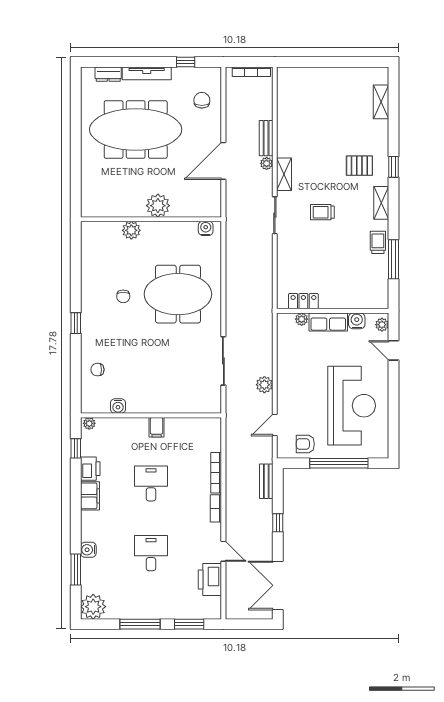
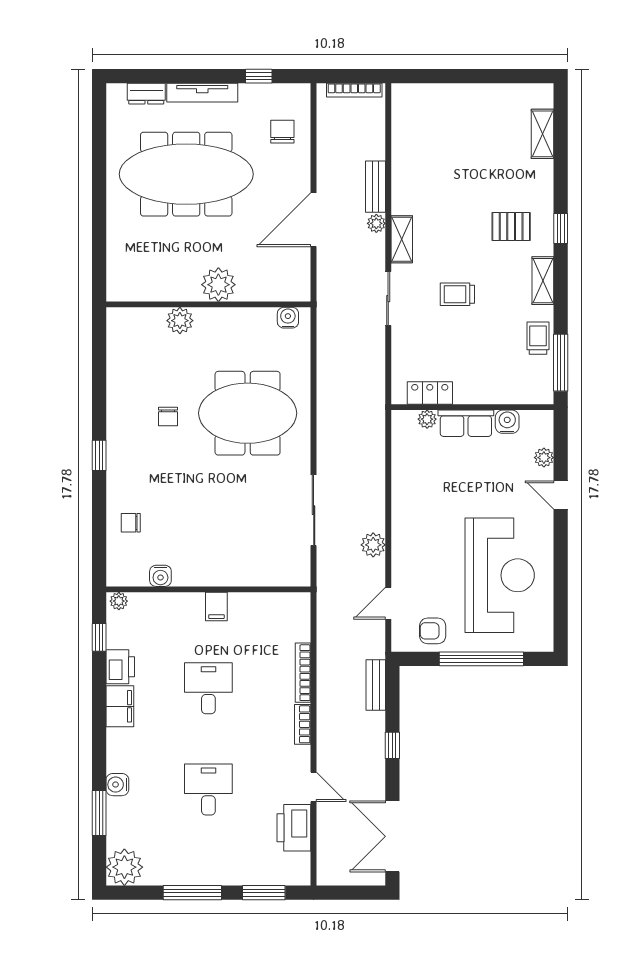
locker: (303, 301) -> (430, 393), moved
wall: (333, 311) -> (472, 407), moved
plant: (302, 319) -> (427, 419), moved
water cooler: (357, 321) -> (507, 422), moved
row of seats: (328, 322) -> (466, 423), moved

